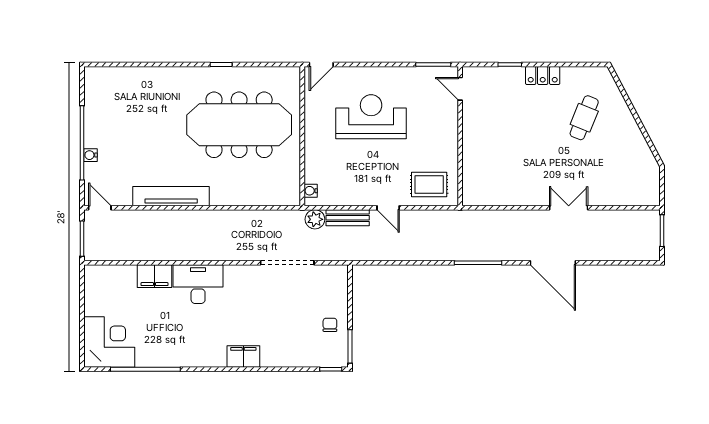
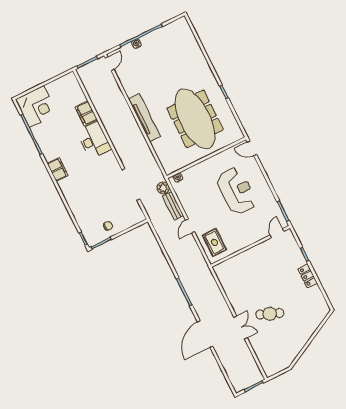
cafe table: (584, 118) -> (270, 314), moved
tv unit: (171, 196) -> (144, 118), moved
filing cabinet: (243, 357) -> (58, 169), moved

